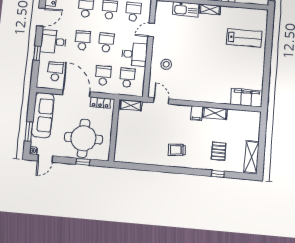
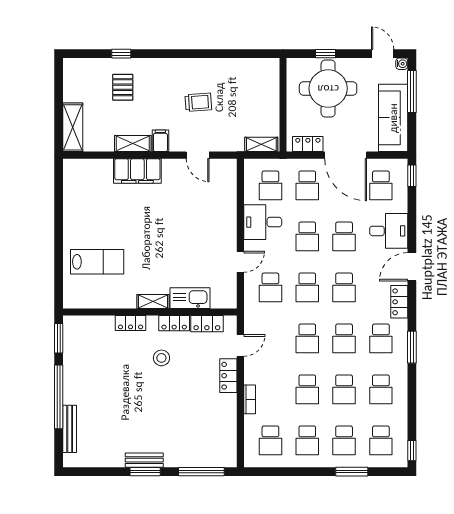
lab bench: (244, 38) -> (97, 262), turned 180
window: (37, 53) -> (412, 176), moved
stool: (166, 64) -> (213, 211), removed
filing cabinet: (246, 98) -> (137, 171), moved
door: (161, 101) -> (198, 155), moved
window: (29, 131) -> (412, 92), width x1.44
trolley: (177, 150) -> (198, 102), moved
shelving: (251, 157) -> (73, 127), moved
door: (45, 158) -> (383, 54), hinge flipped

